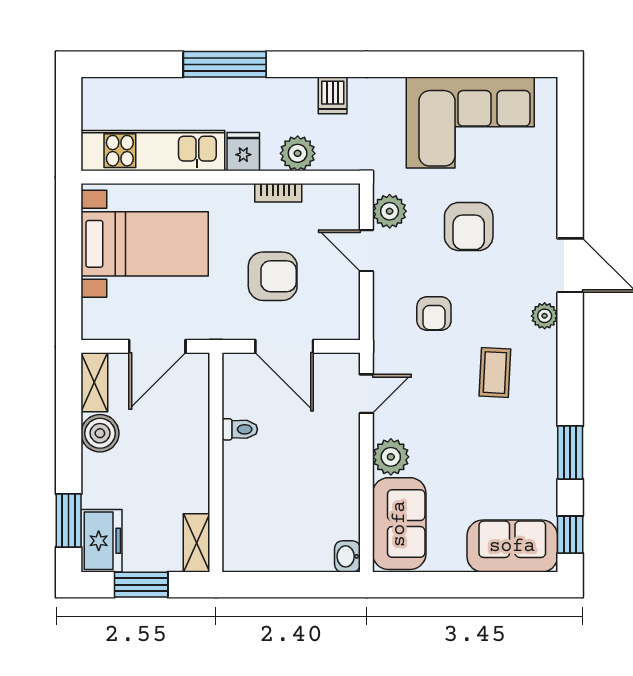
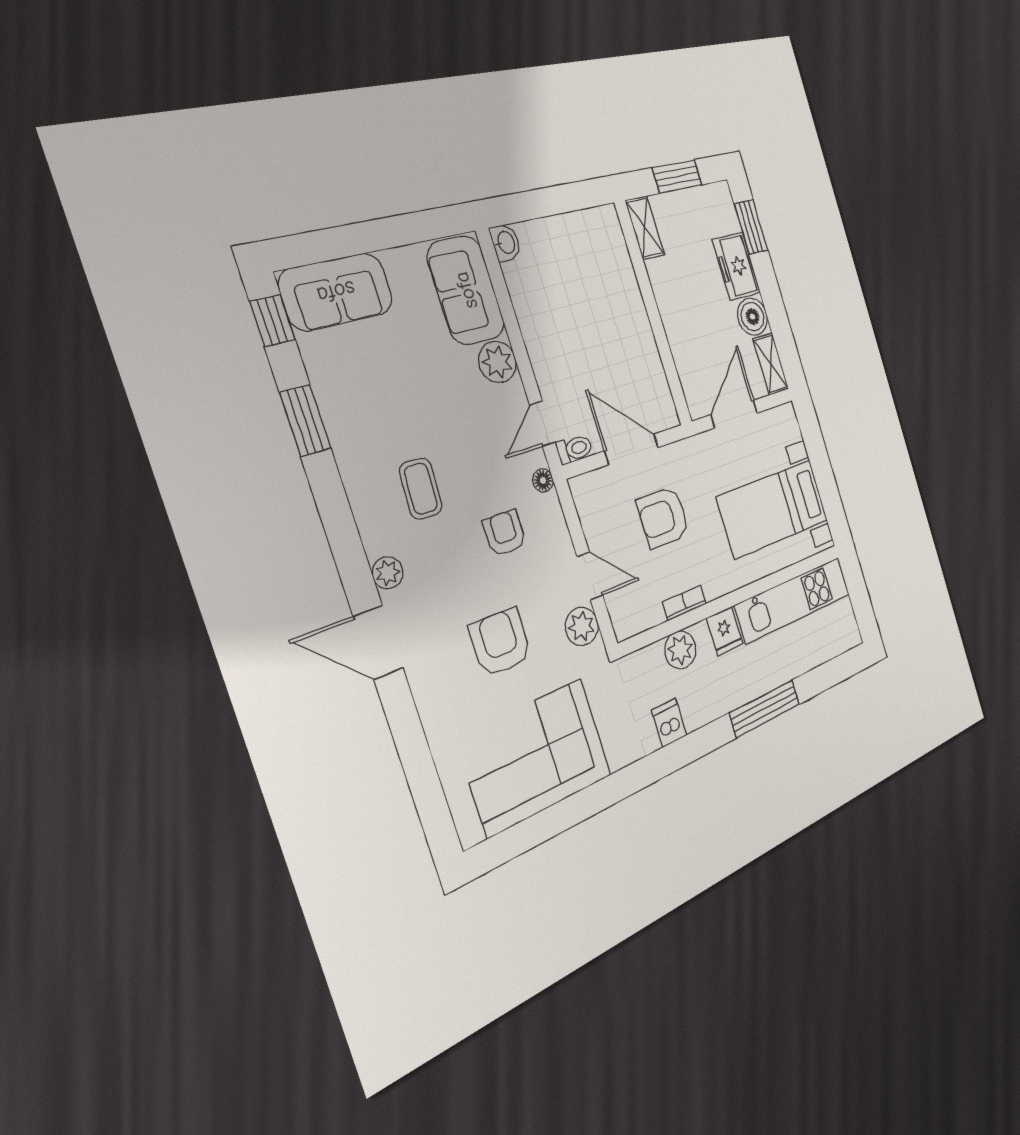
floor lamp: (383, 346) -> (543, 480), added
toilet: (240, 429) -> (575, 449), moved, turned 180
freezer: (101, 541) -> (736, 266), moved

